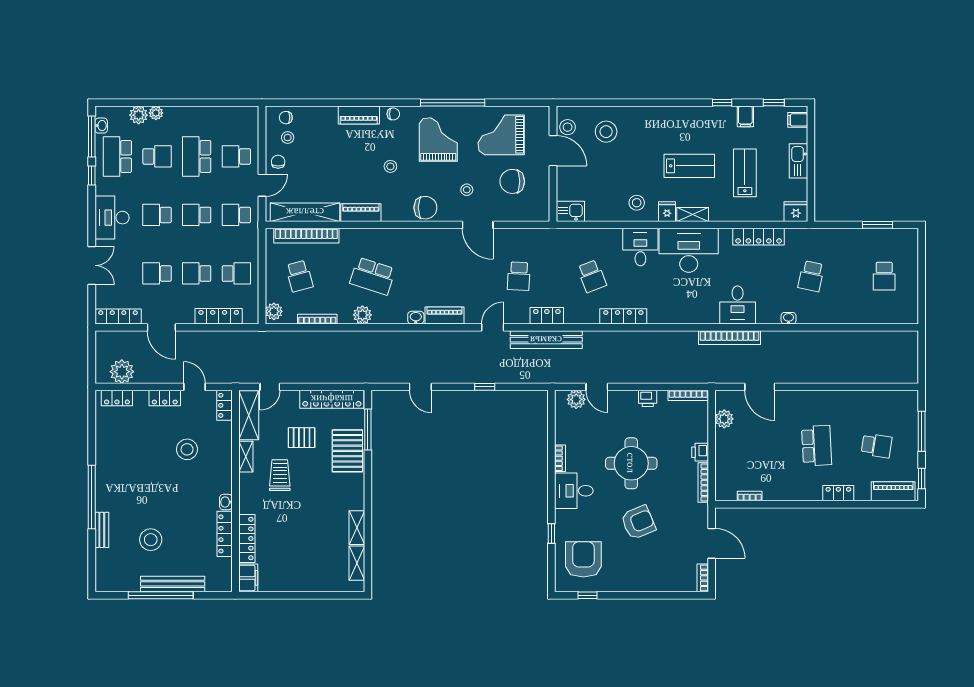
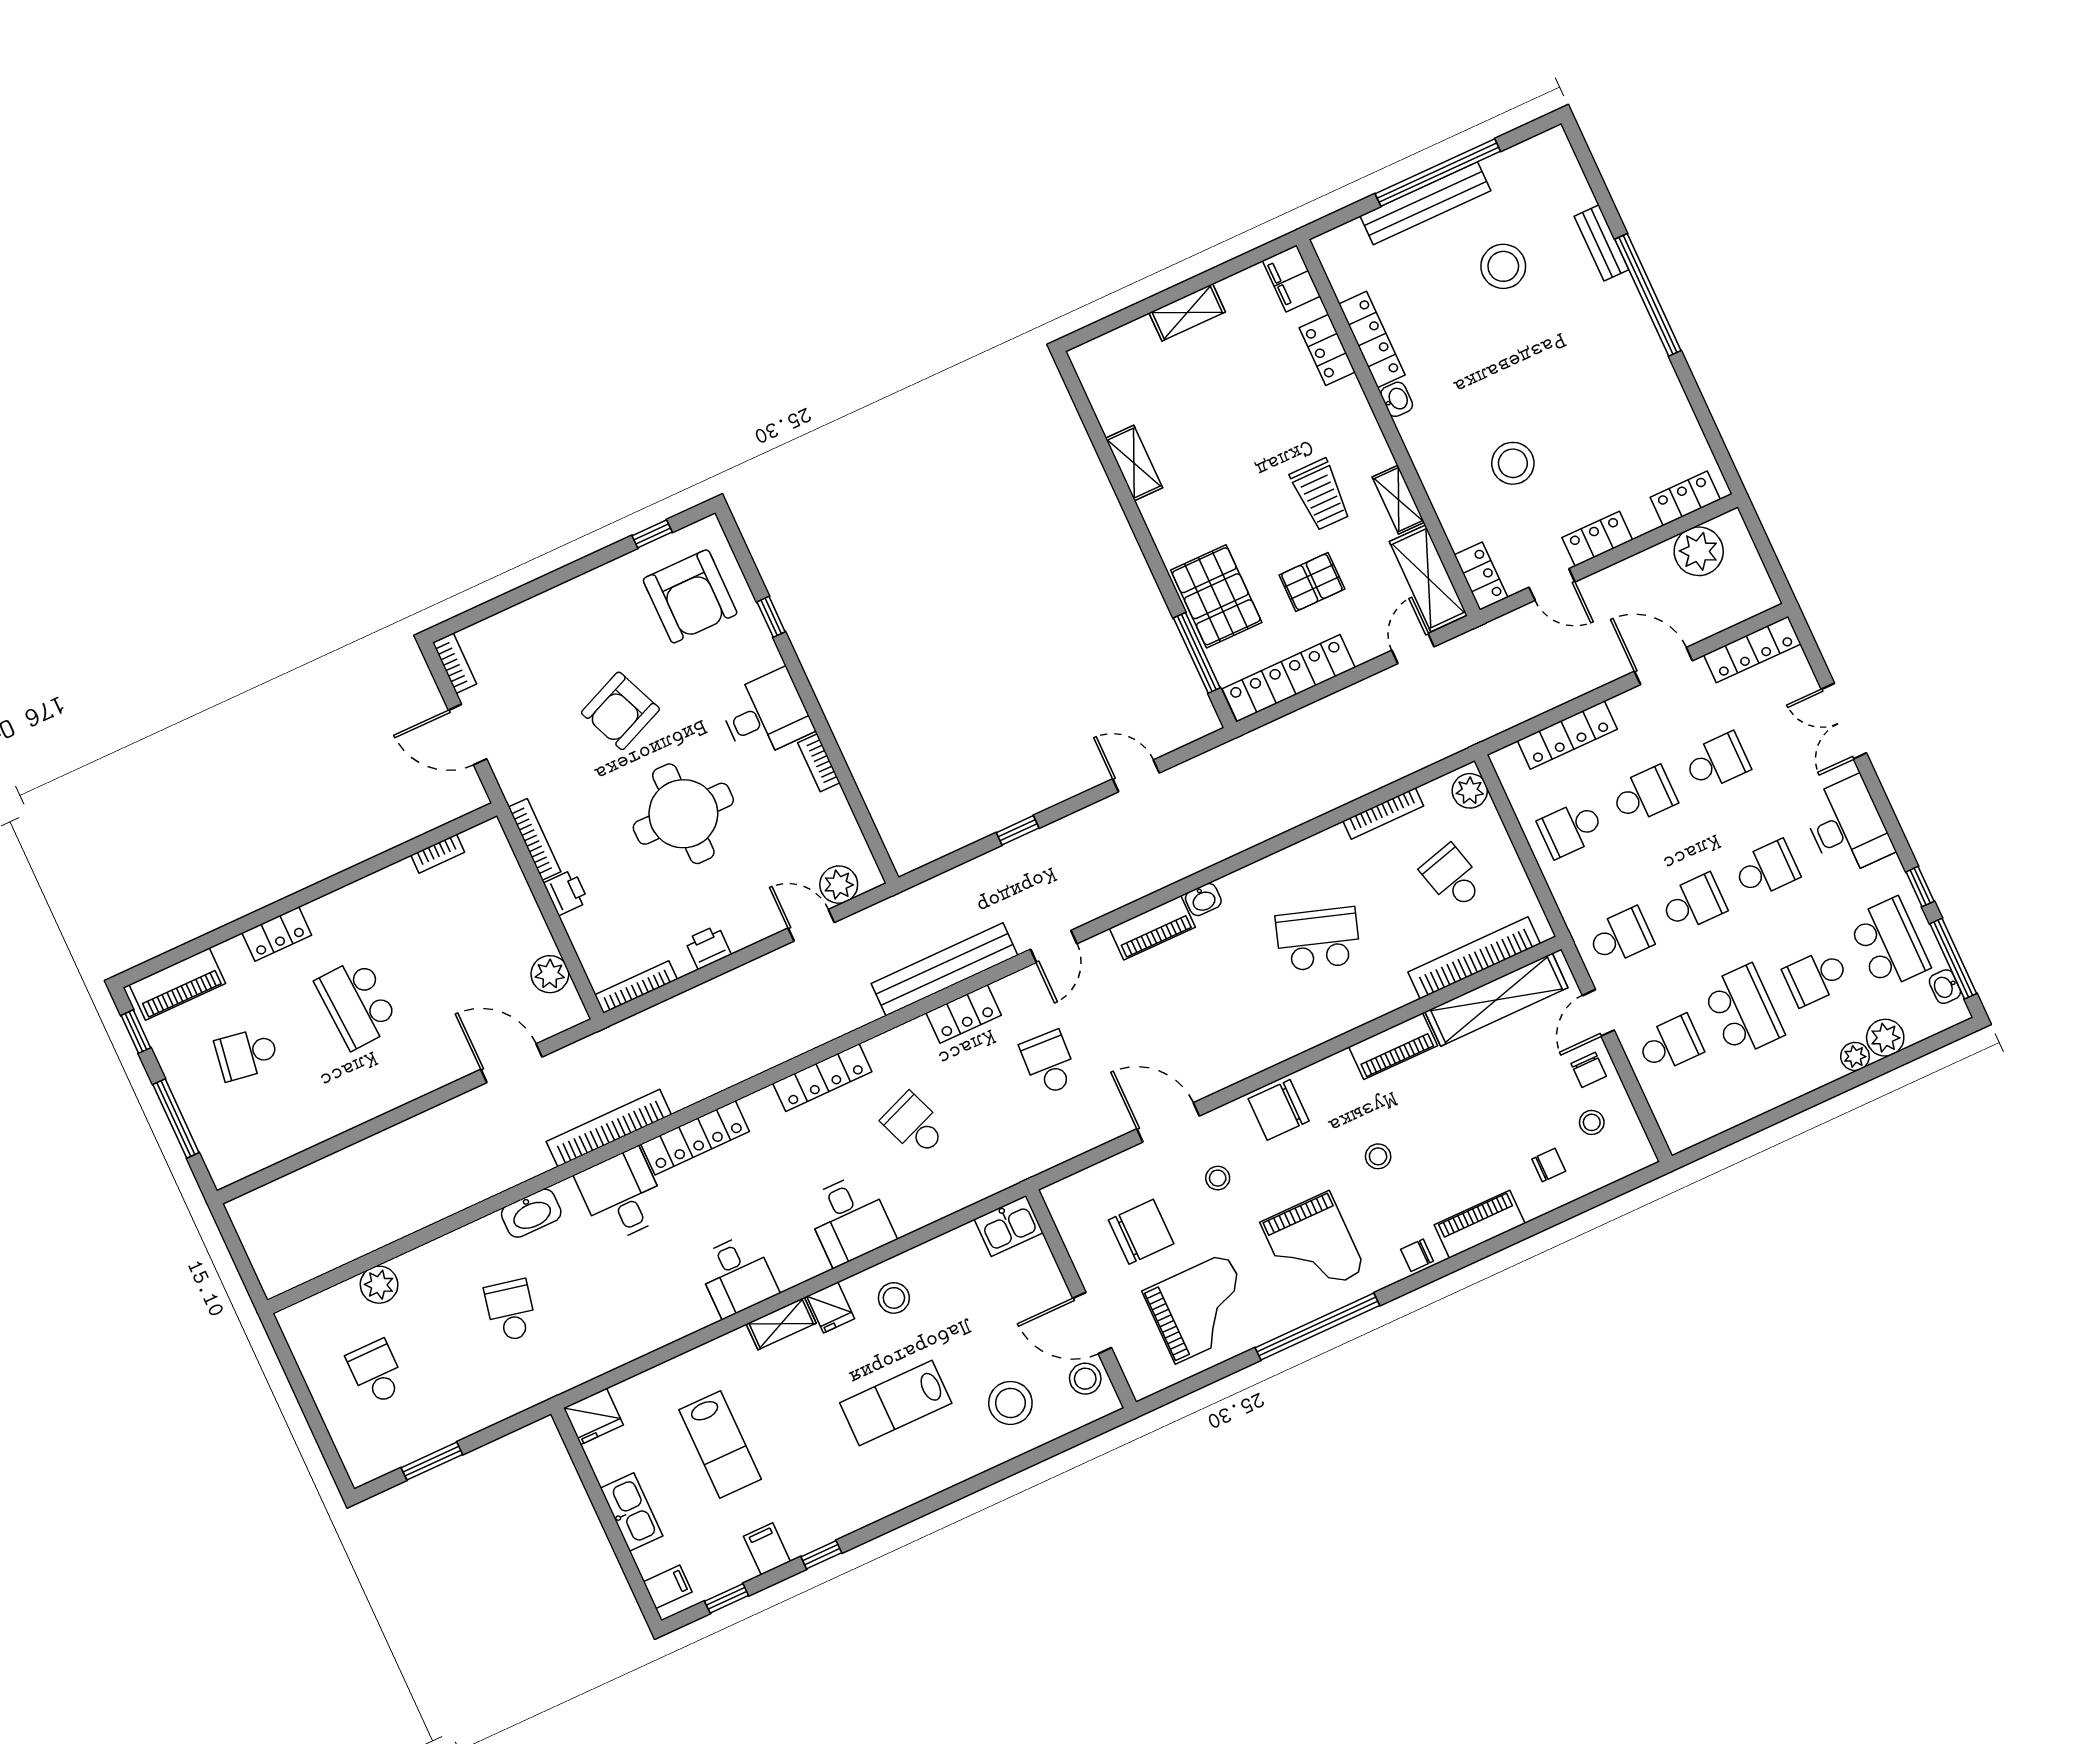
chair: (286, 118) -> (1549, 1165), moved
lab bench: (689, 166) -> (896, 1403), moved
locker: (759, 237) -> (695, 1138), moved, turned 180
desk: (689, 250) -> (737, 1276), width x0.53, depth x0.77
plant: (362, 315) -> (379, 1285), moved
washbasin: (789, 318) -> (531, 1213), width x1.91, depth x1.45
locker: (247, 539) -> (1327, 350), width x0.66
shelving: (357, 563) -> (1187, 312), moved, turned 90

